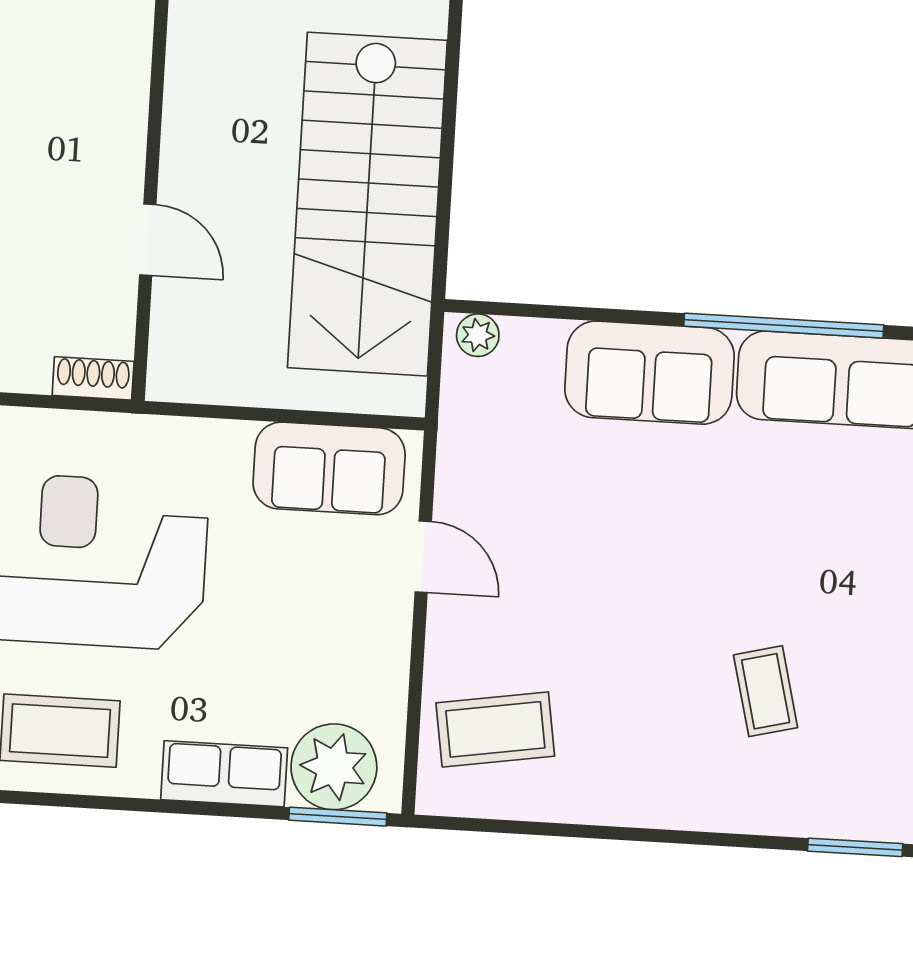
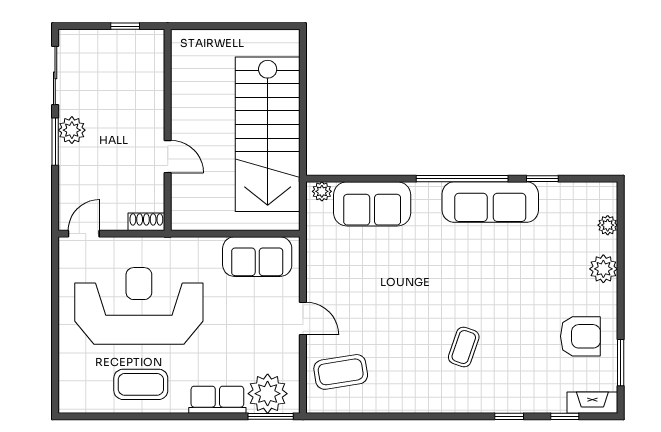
sofa: (649, 373) -> (372, 204), moved
door: (423, 557) -> (303, 318), moved
coffee table: (766, 691) -> (464, 347), turned 33
window: (855, 847) -> (509, 416), width x0.67

